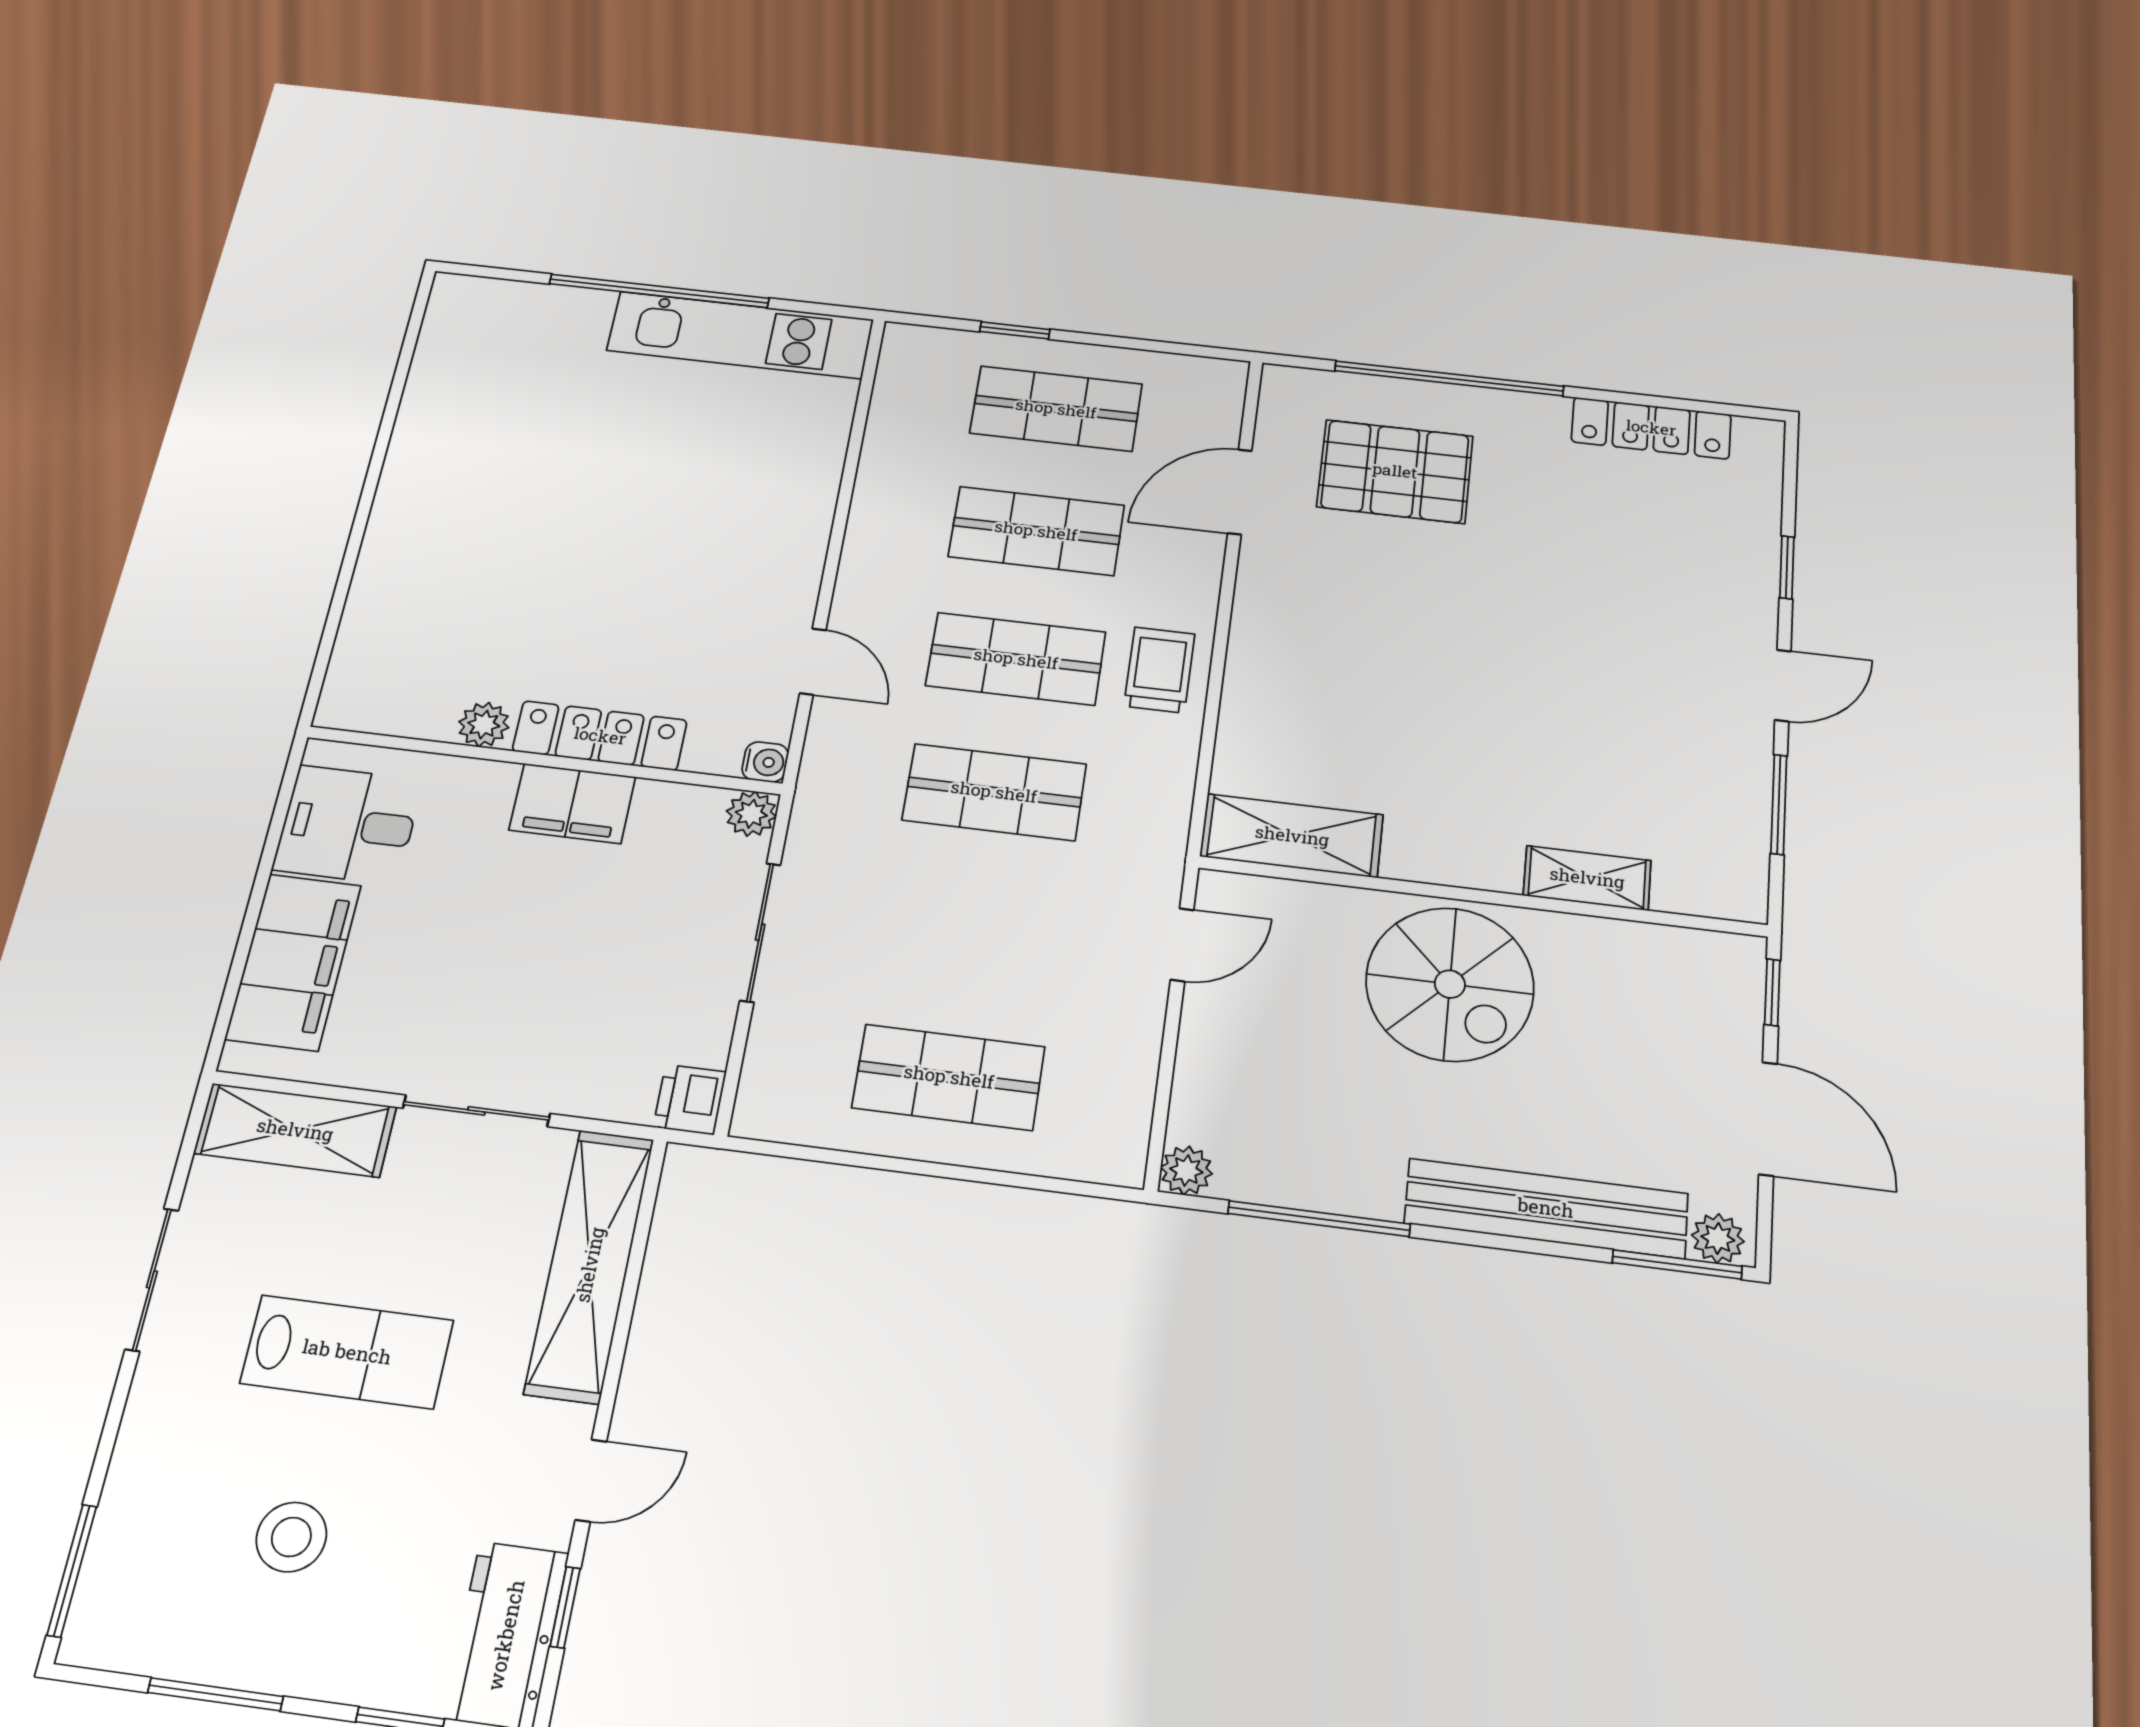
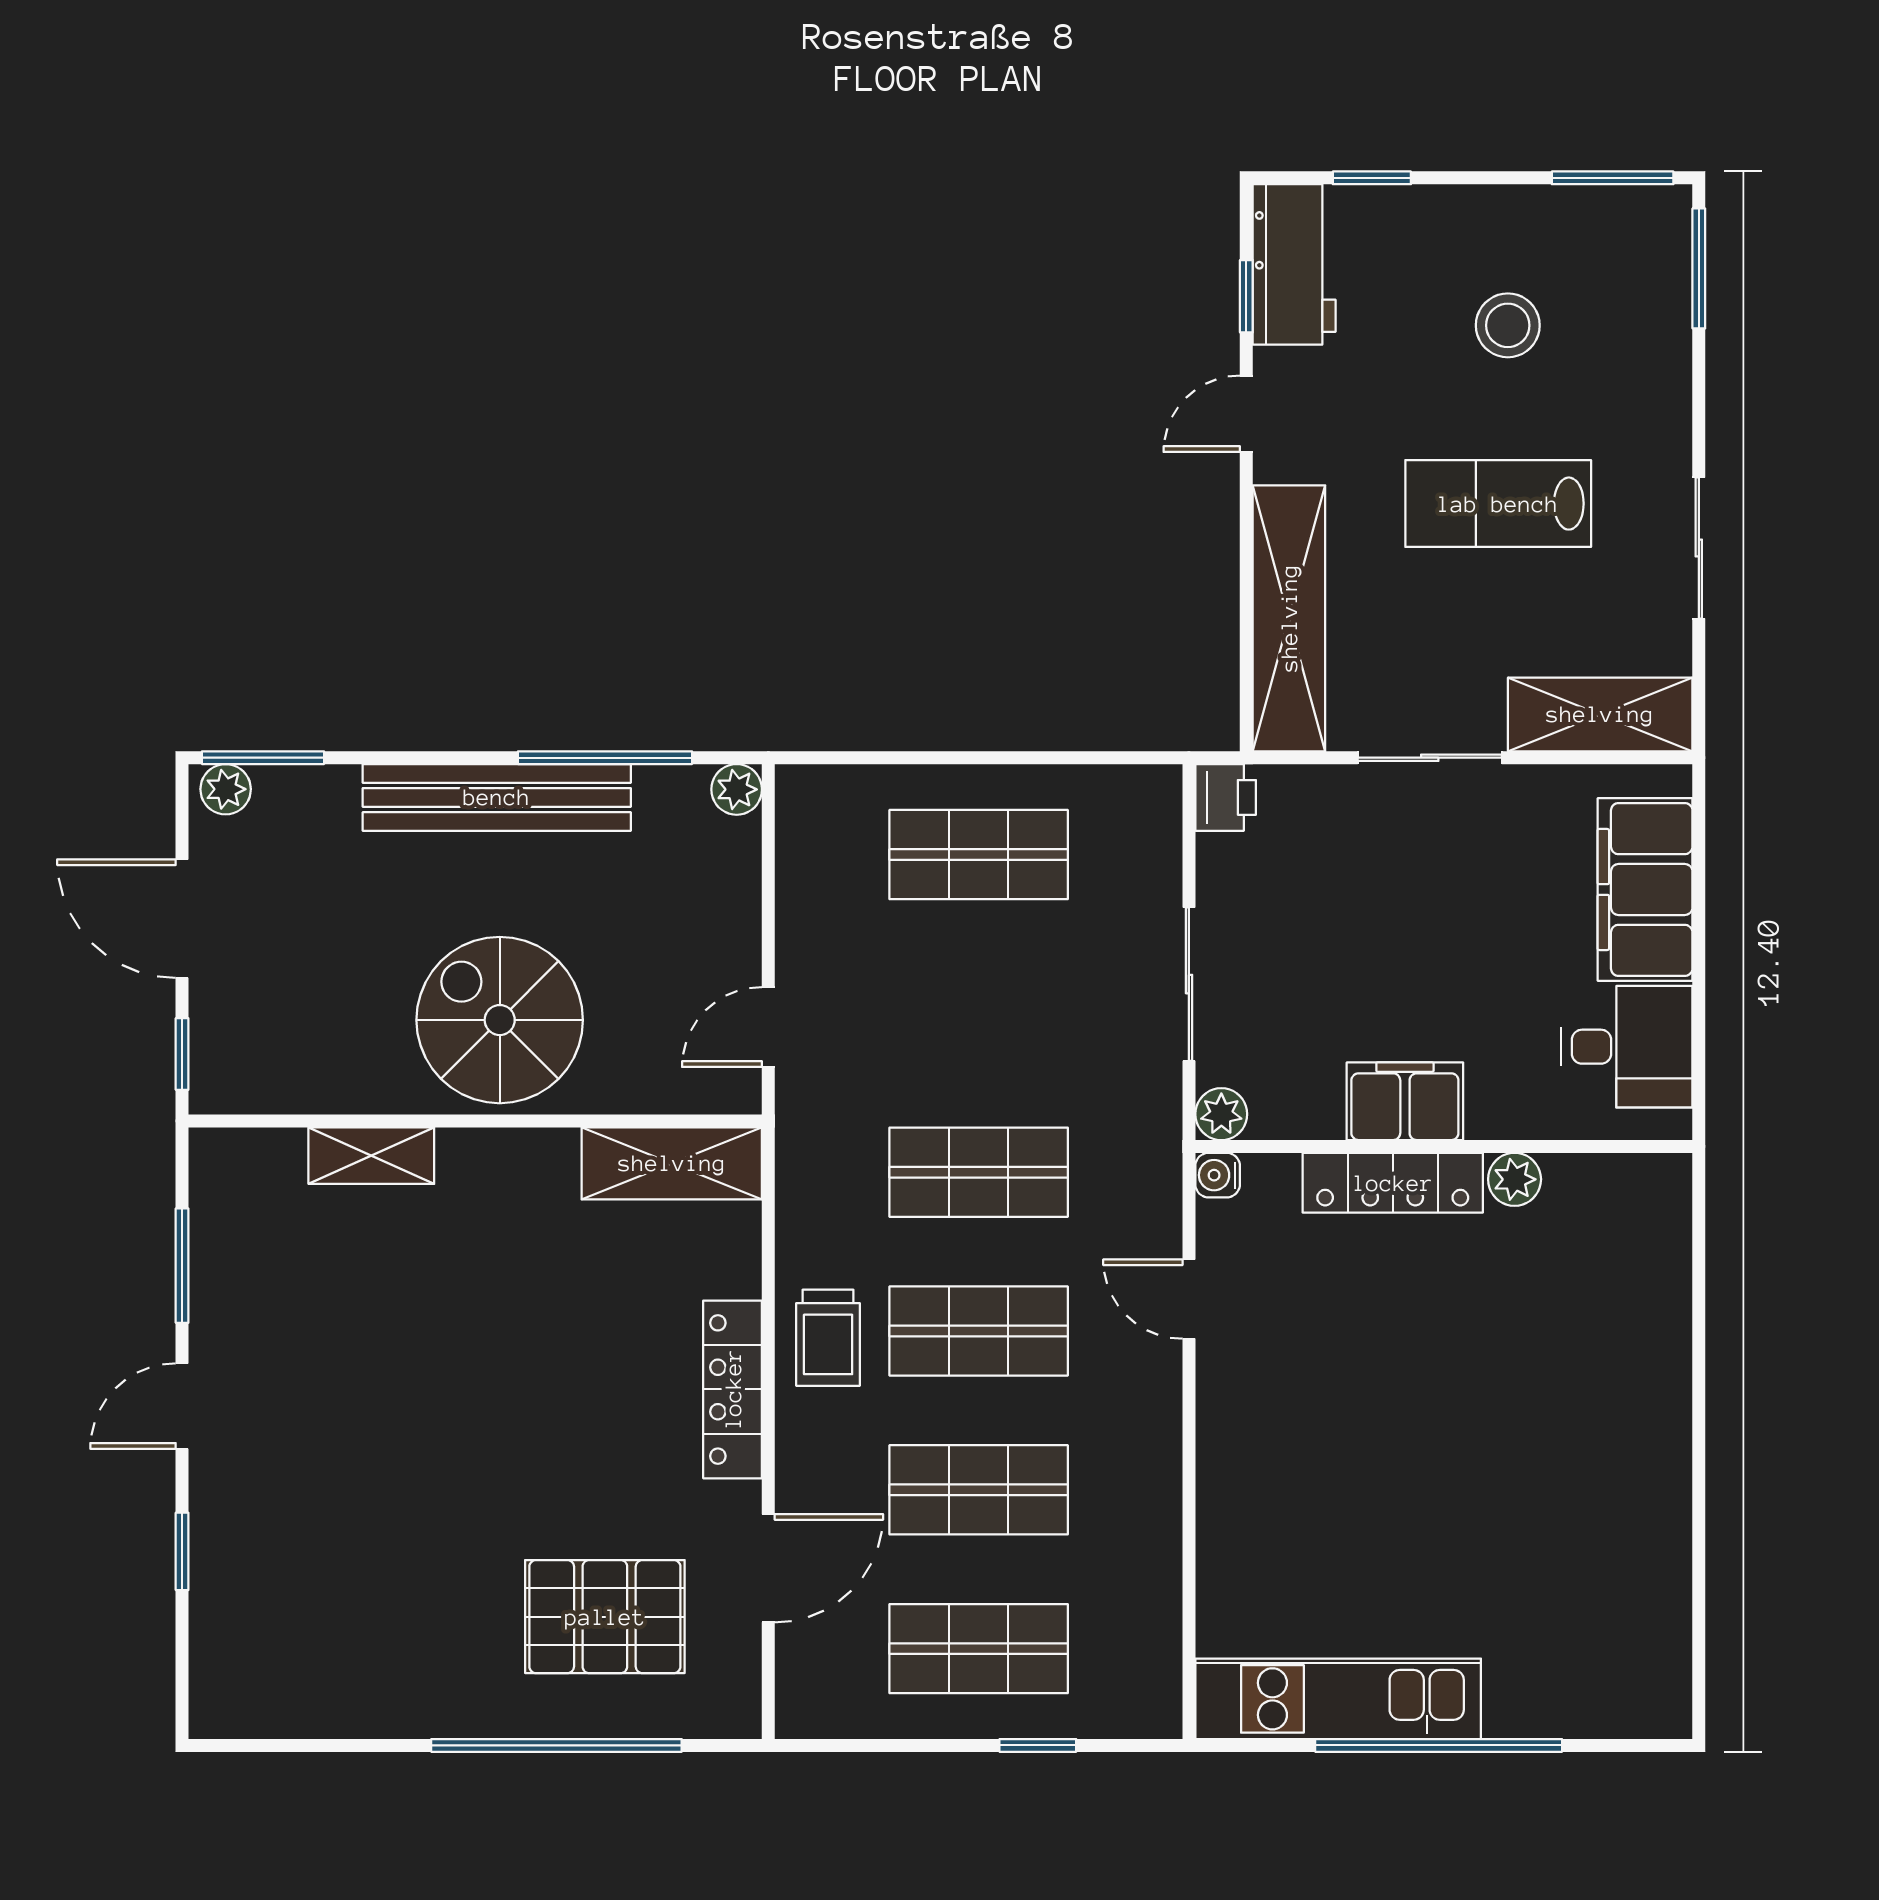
locker: (1651, 428) -> (733, 1389), moved, turned -90
bench: (1546, 1208) -> (497, 797), moved
window: (215, 1694) -> (1613, 178), moved

